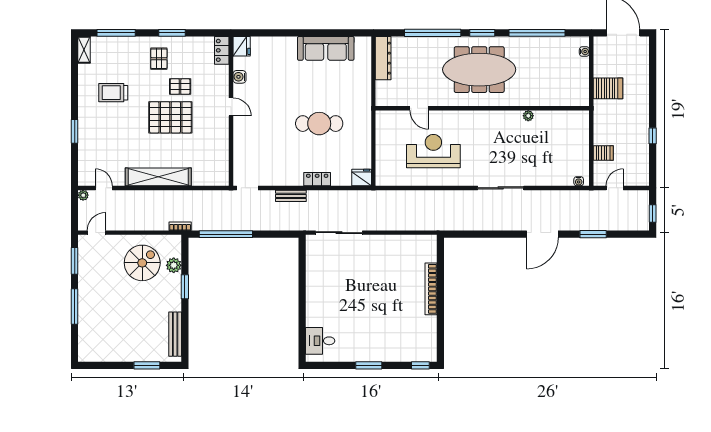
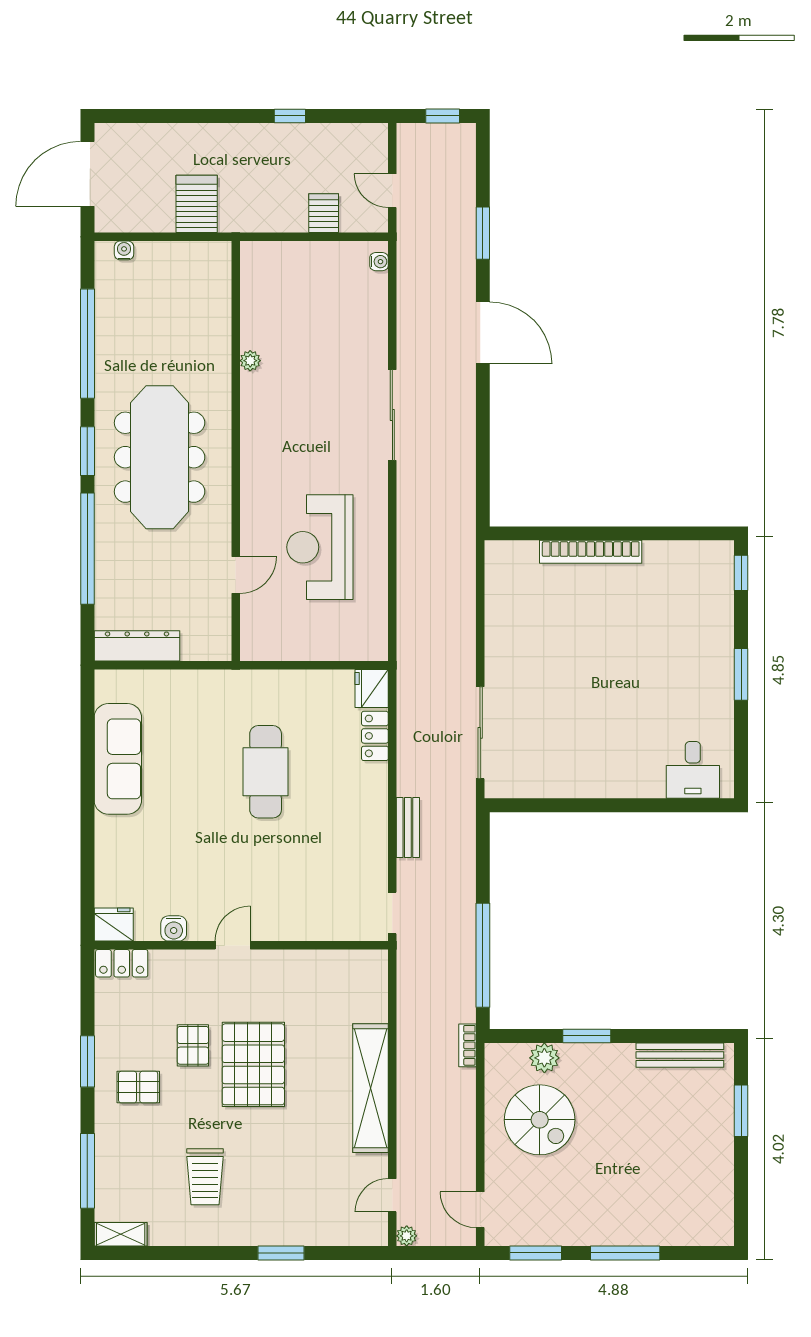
locker: (317, 179) -> (375, 736), moved
spiral stairs: (142, 263) -> (540, 1120), turned 180

